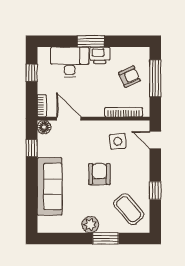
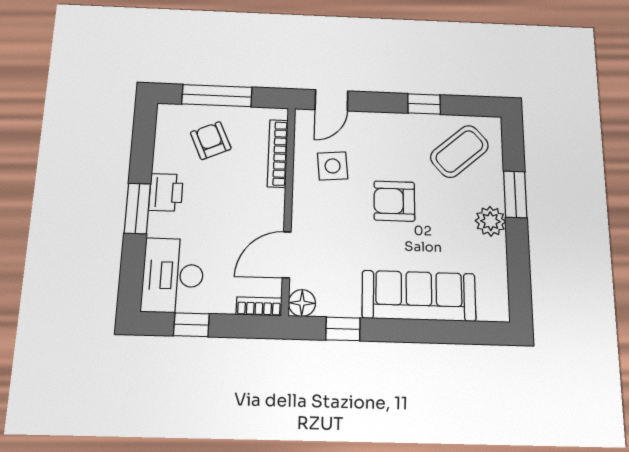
desk: (70, 62) -> (173, 275), moved

